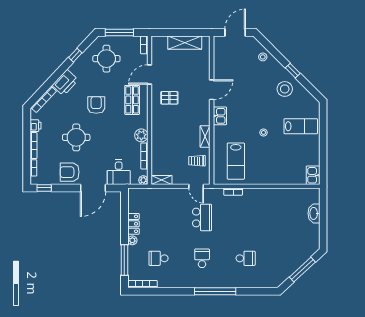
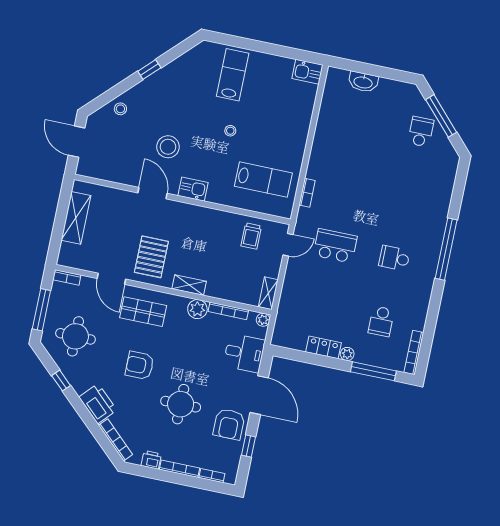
stool: (285, 89) -> (168, 147), moved
pallet: (169, 98) -> (151, 257), width x1.50, depth x1.42
shelving: (205, 136) -> (189, 285), moved
window: (44, 188) -> (249, 446), moved
school desk: (246, 258) -> (421, 132), moved

